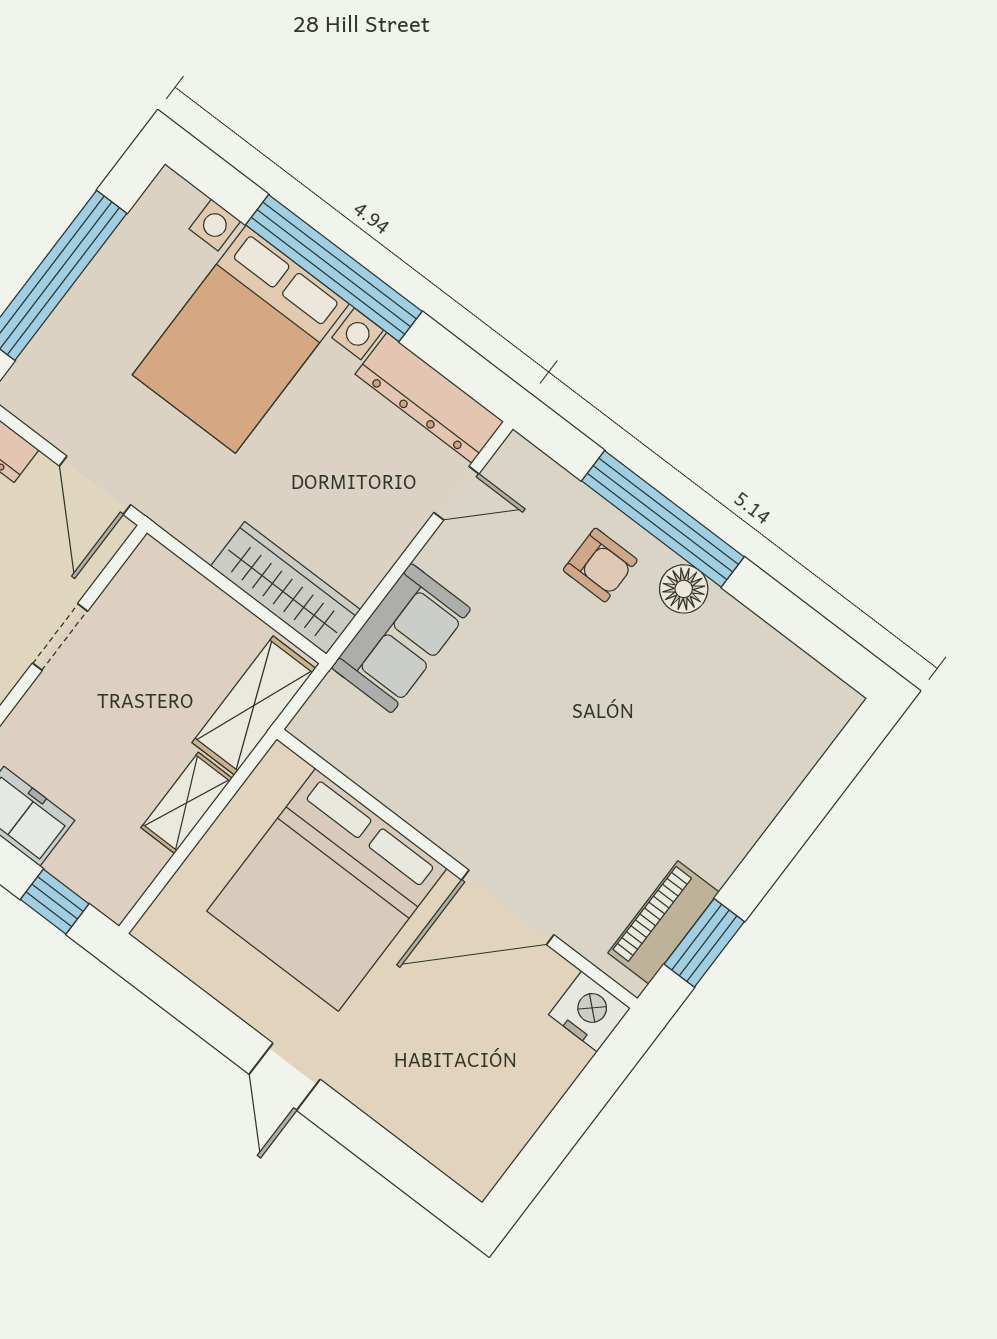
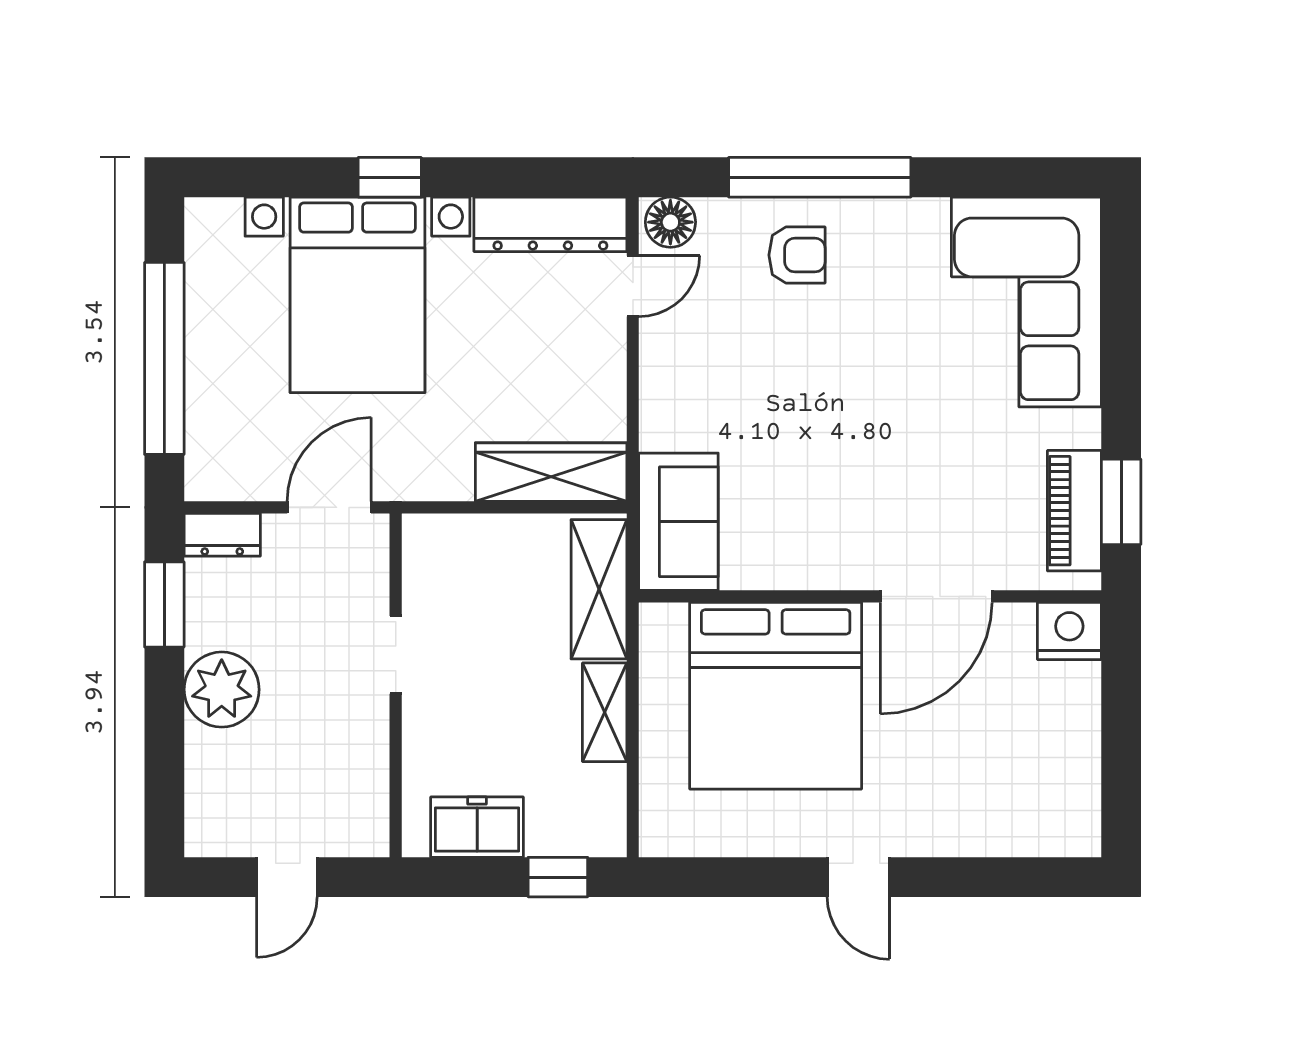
window: (334, 268) -> (390, 177), width x0.32
door: (95, 485) -> (329, 507), swing flipped
floor lamp: (684, 589) -> (670, 222), moved
sofa: (401, 638) -> (678, 522), moved
corner sofa: (748, 735) -> (1026, 302), added

